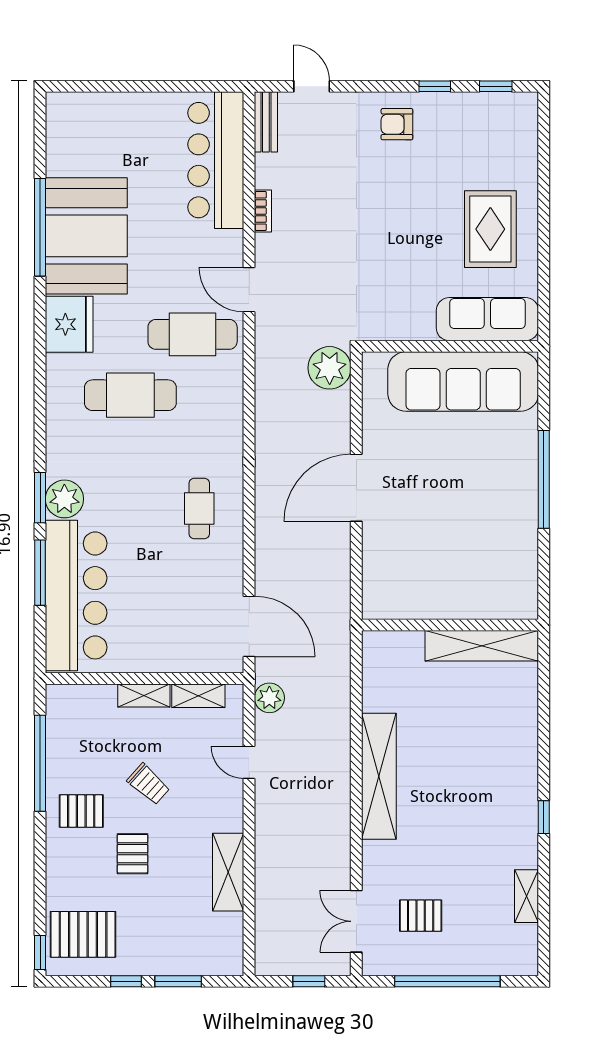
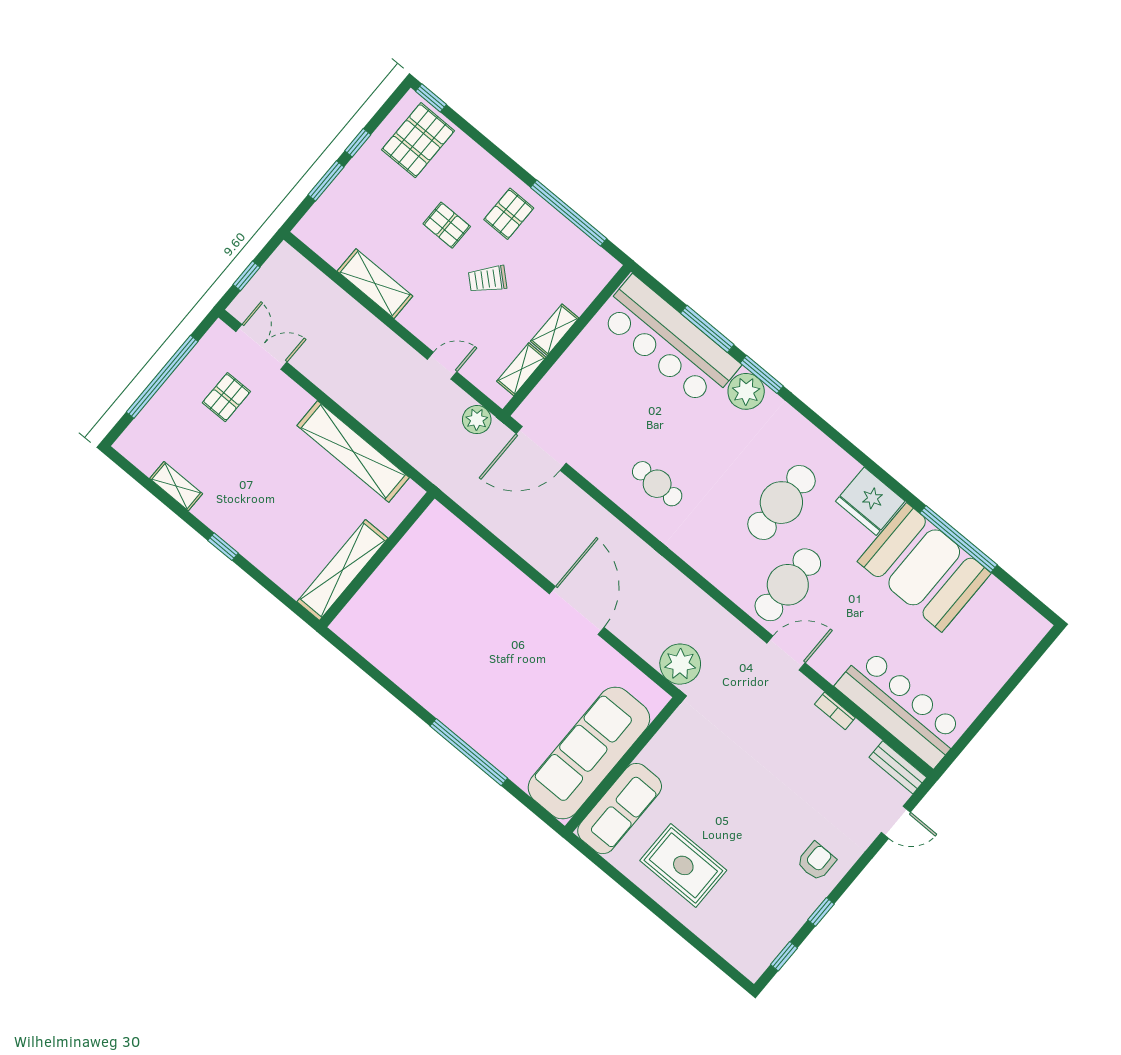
wall: (450, 625) -> (377, 559), moved
shelving: (482, 646) -> (343, 570), moved

